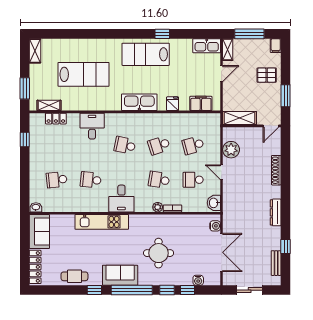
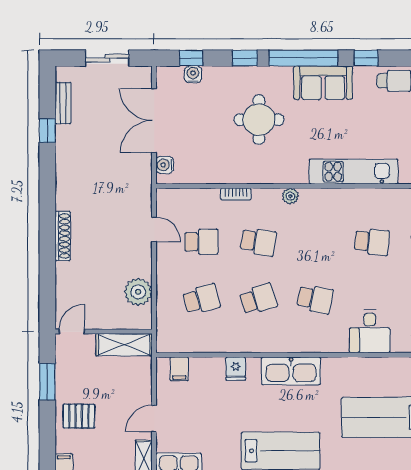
filing cabinet: (201, 103) -> (179, 369), width x0.50
shoe rack: (276, 170) -> (63, 236), moved
door: (222, 172) -> (154, 229), moved
desk: (121, 198) -> (321, 211), removed
washbasin: (214, 203) -> (167, 203), removed
plant: (158, 207) -> (290, 196), moved
dresser: (276, 212) -> (64, 187), removed
window: (187, 290) -> (191, 58), moved

